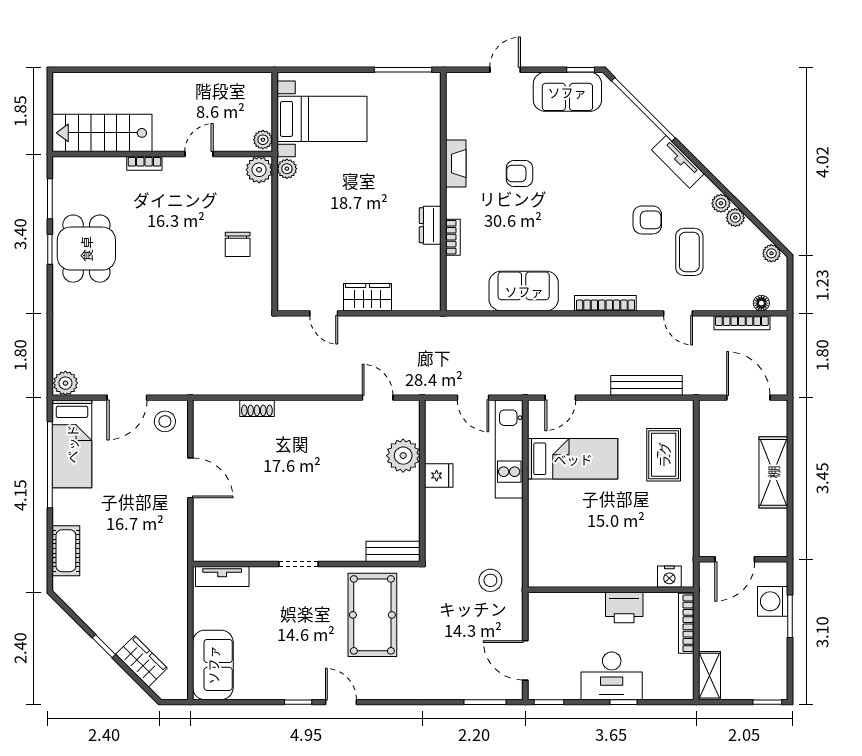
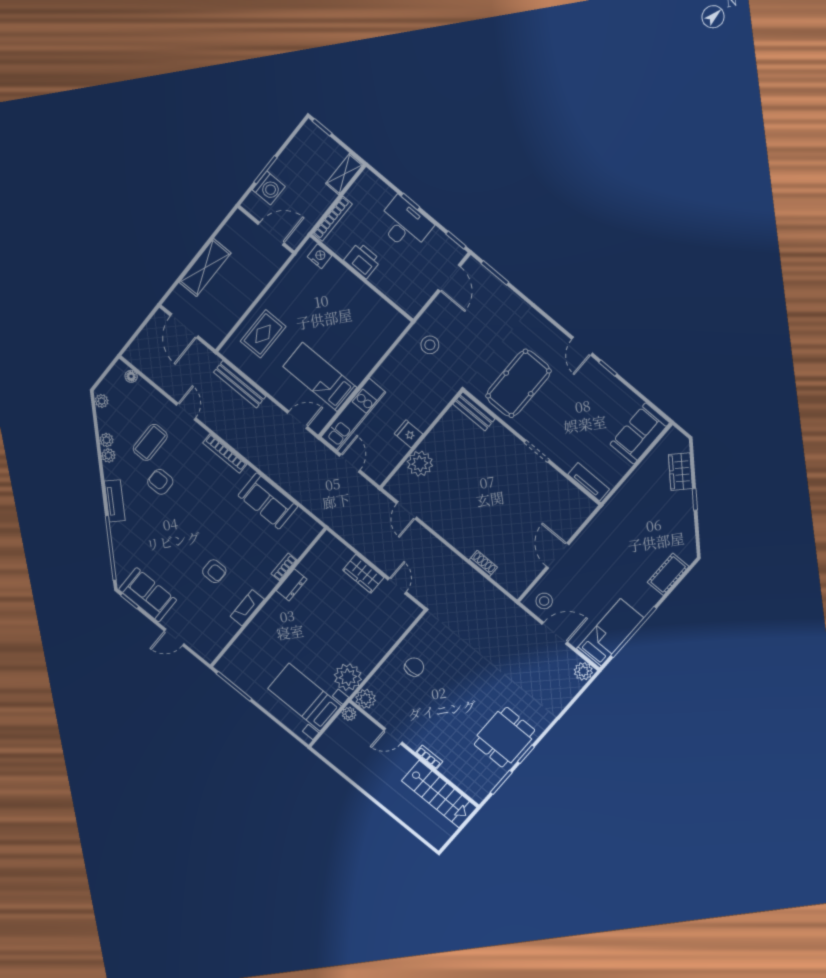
plant: (287, 169) -> (348, 677), width x1.88, depth x1.88
bookcase: (742, 323) -> (152, 374), removed

